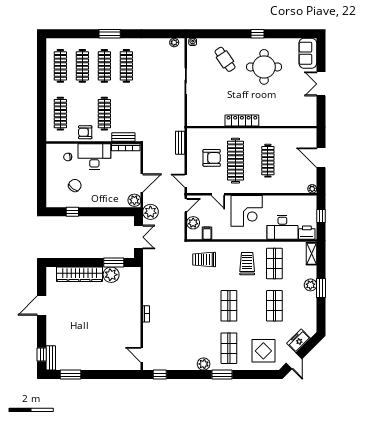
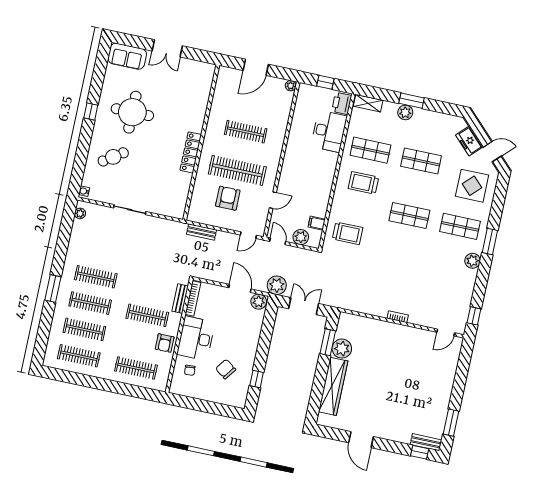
corner desk: (247, 211) -> (300, 170), removed
trolley: (204, 260) -> (348, 233), turned -90

